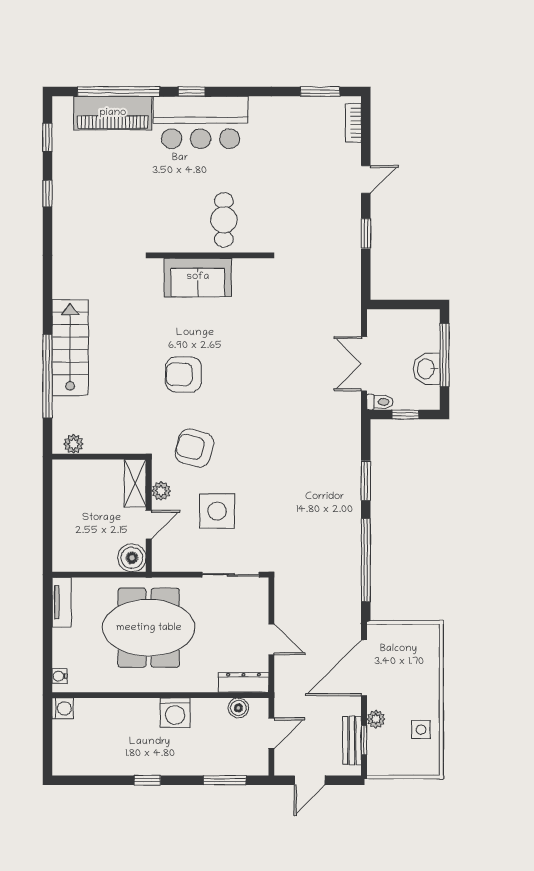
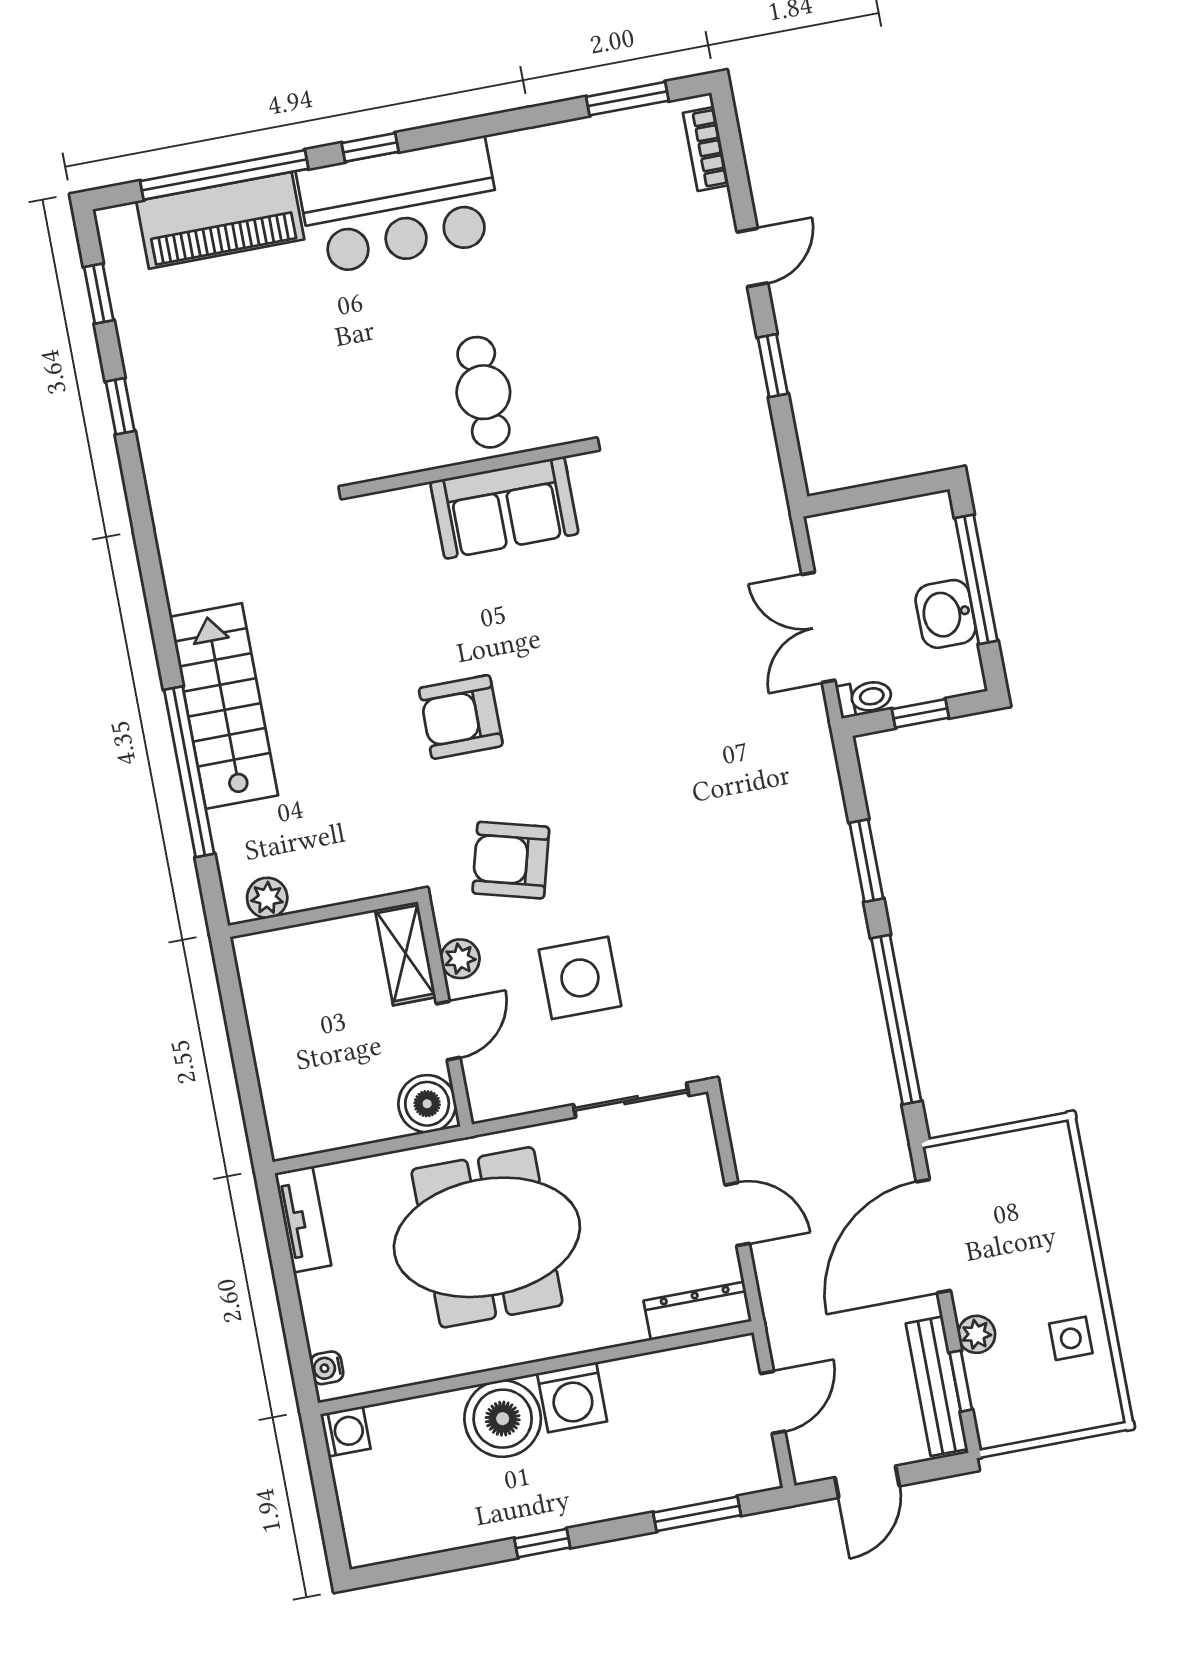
sofa: (198, 277) -> (504, 508), moved
boiler: (238, 708) -> (503, 1419), moved, width x1.86, depth x1.86
bench: (352, 741) -> (937, 1386), width x1.36

